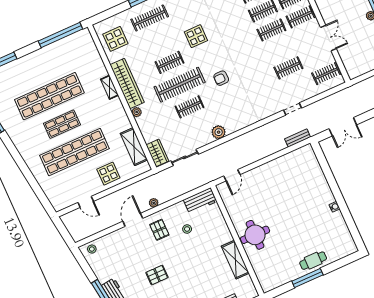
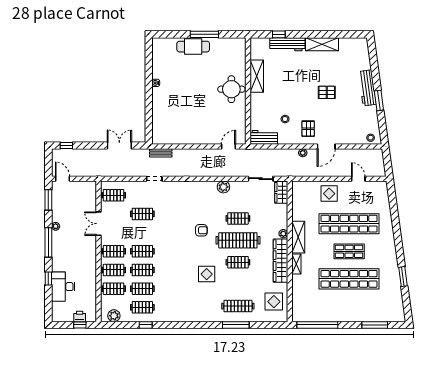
shelving: (134, 147) -> (298, 237), moved
cafe table: (313, 261) -> (193, 47), width x1.37, depth x1.35

